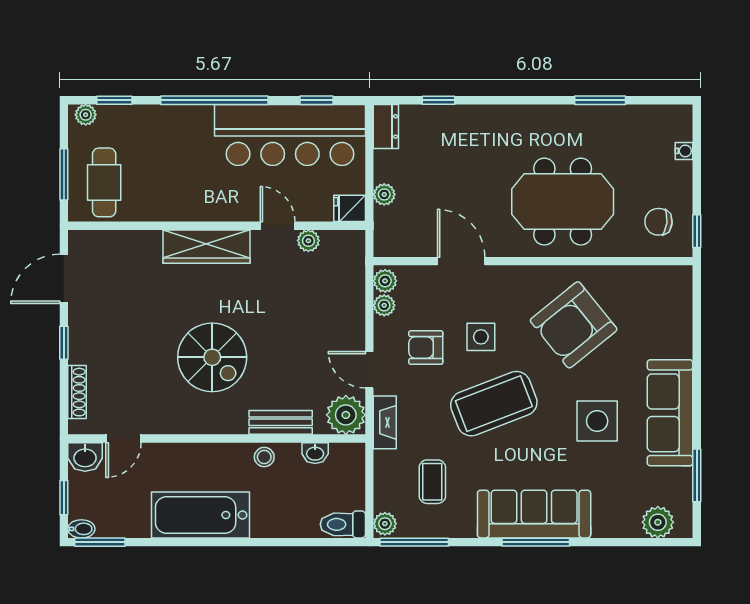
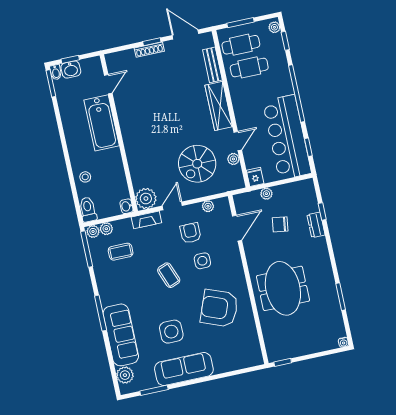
dresser: (386, 126) -> (316, 225), moved, turned 90
water cooler: (684, 151) -> (343, 342), moved
cafe table: (149, 176) -> (249, 67), added
chair: (658, 222) -> (280, 224), moved, turned -88
door: (461, 261) -> (237, 228), moved
plant: (385, 281) -> (106, 229), moved
armchair: (574, 325) -> (219, 308), turned -30
spiral stairs: (212, 357) -> (197, 164), moved
shoe rack: (77, 392) -> (149, 50), moved
coffee table: (494, 404) -> (169, 275), width x0.54, depth x0.58
bench: (281, 422) -> (212, 65), moved
door: (123, 438) -> (108, 84), swing flipped
washbasin: (315, 453) -> (127, 206), moved
washbasin: (85, 457) -> (71, 69), moved, turned -90
stool: (264, 457) -> (85, 177), moved
sofa: (534, 514) -> (121, 335), moved
bathtub: (200, 515) -> (102, 123), moved, turned 180

